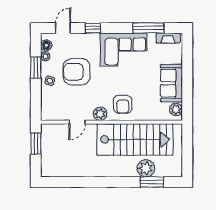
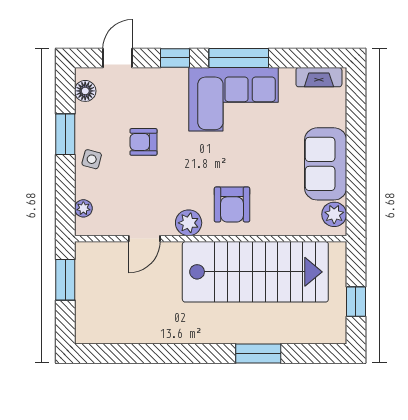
window: (148, 28) -> (239, 58), moved
plant: (45, 56) -> (83, 208), moved
armchair: (77, 72) -> (143, 142), width x0.53, depth x0.53
window: (187, 155) -> (356, 302), added
plant: (146, 168) -> (277, 327), removed
window: (152, 182) -> (258, 353), moved

